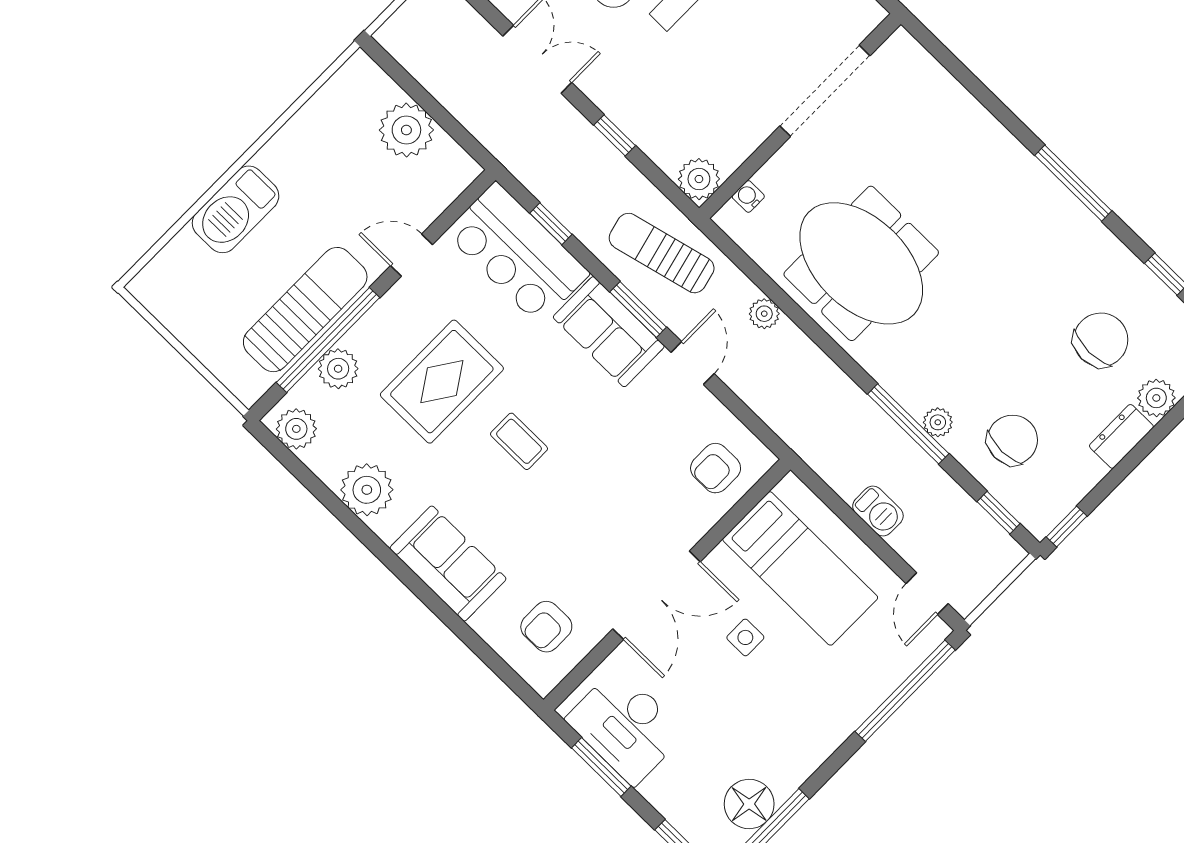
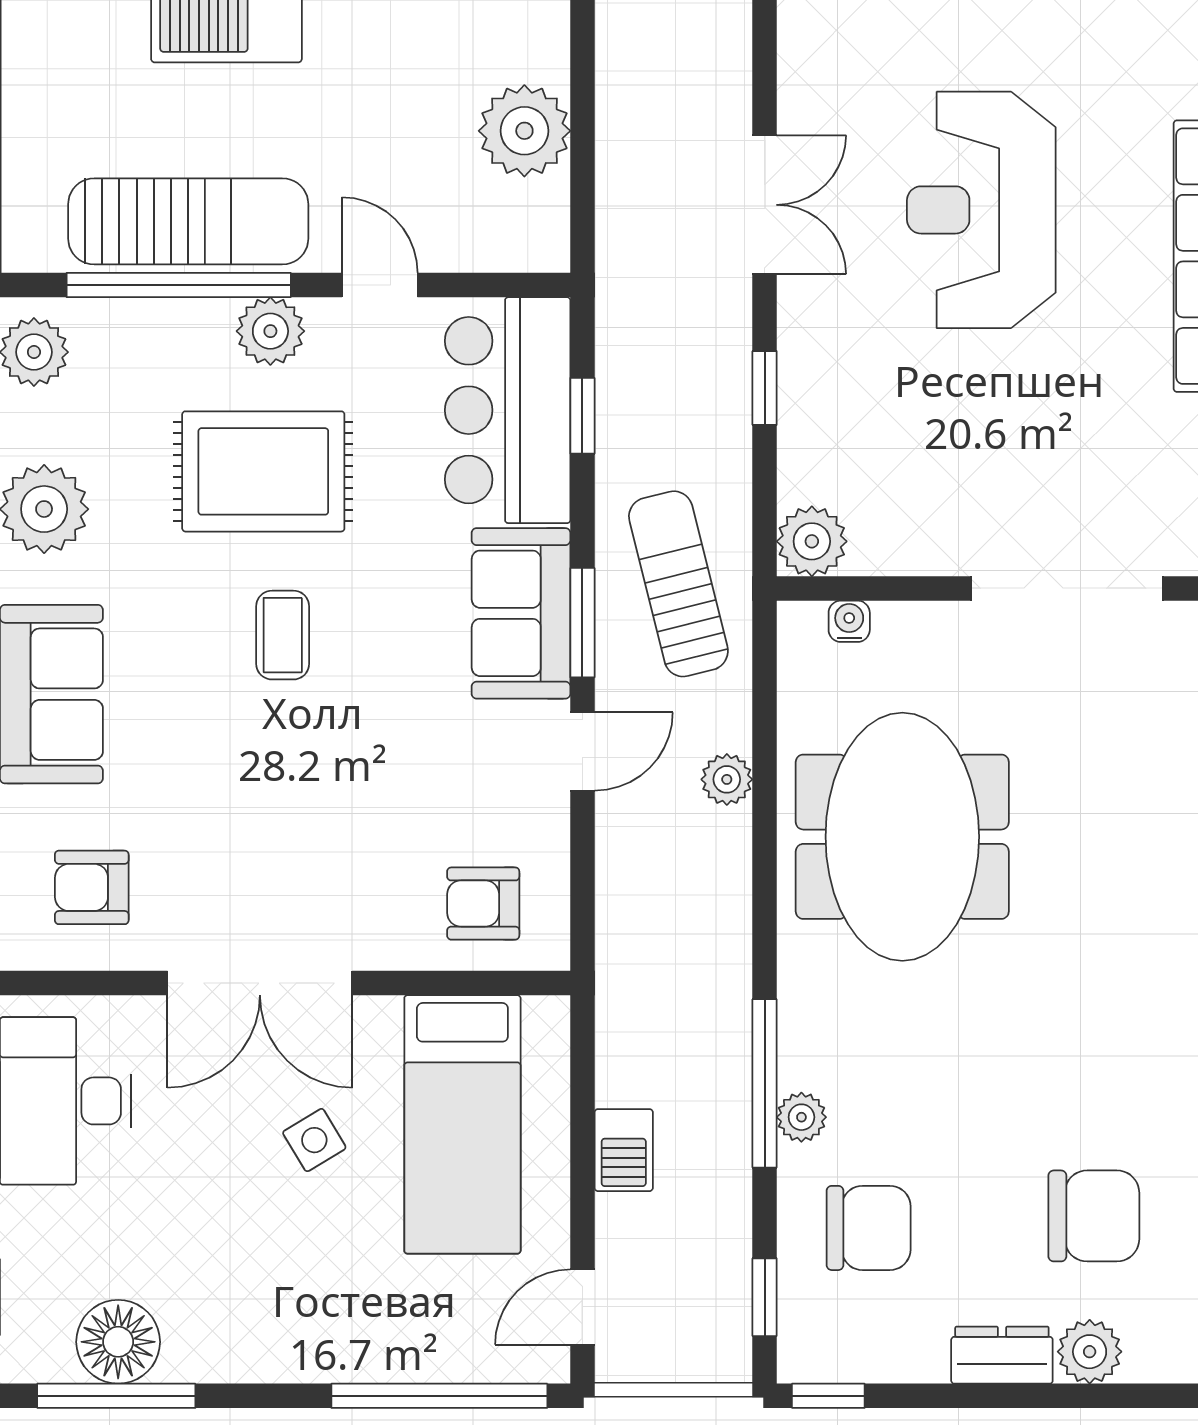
plant: (338, 369) -> (270, 331), moved
side table: (745, 637) -> (314, 1140), turned -31

